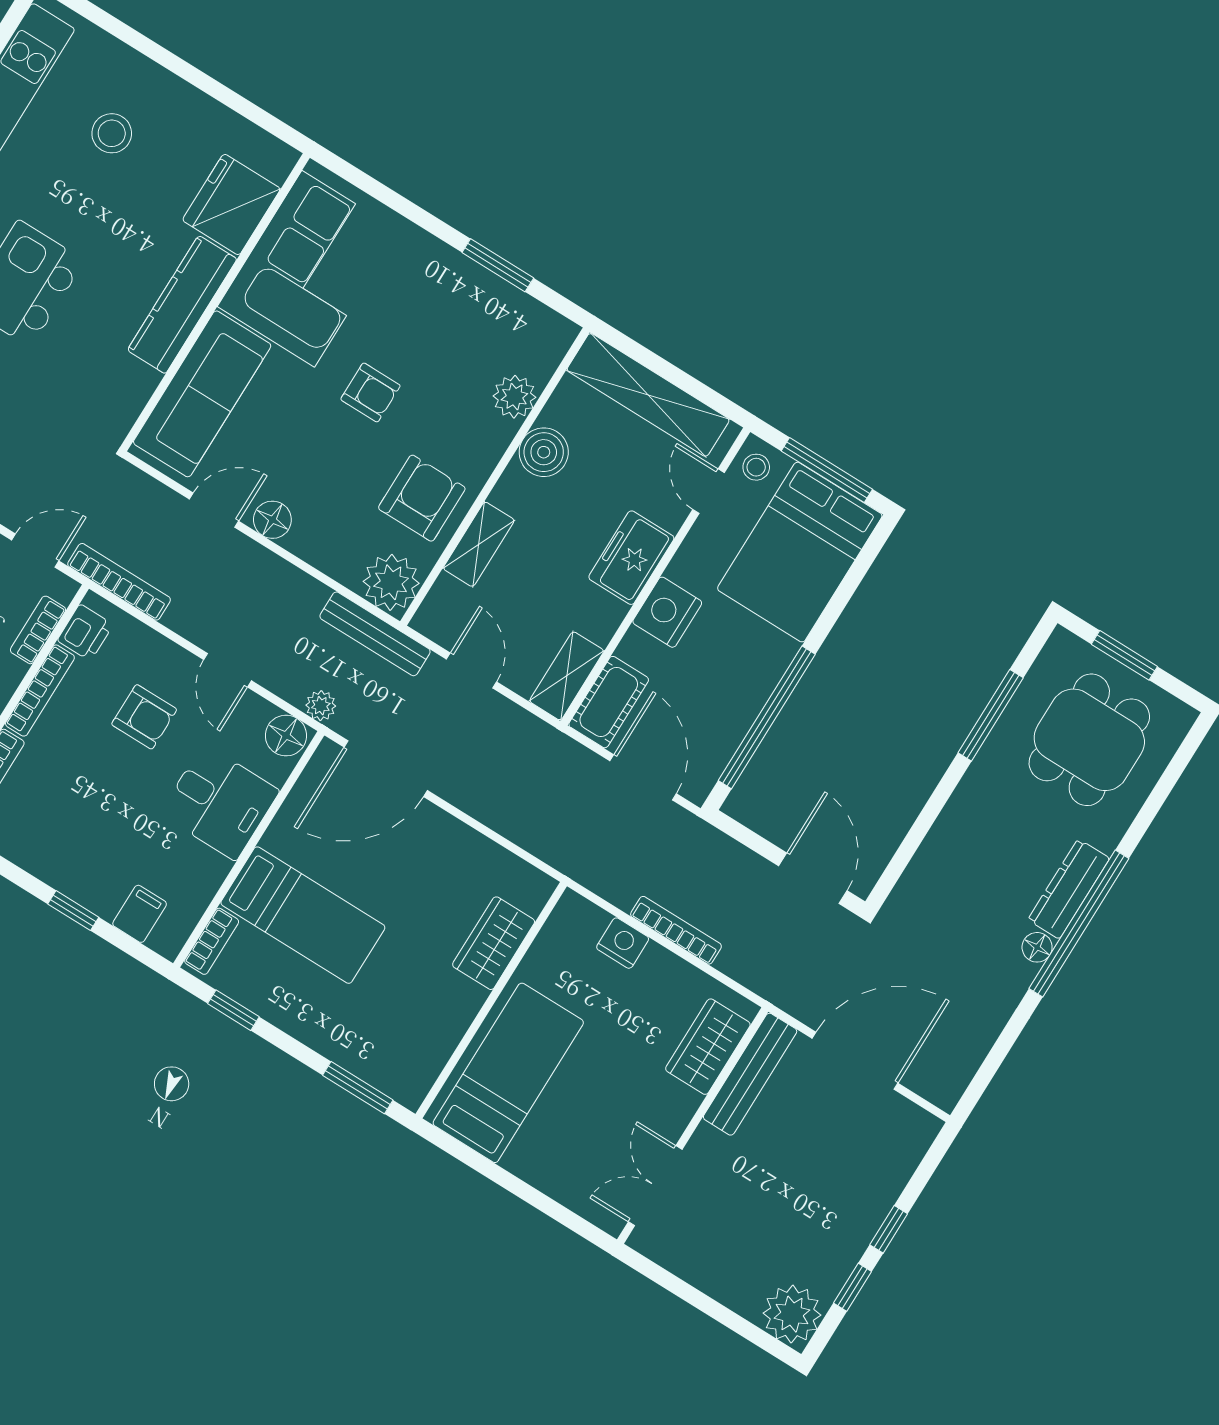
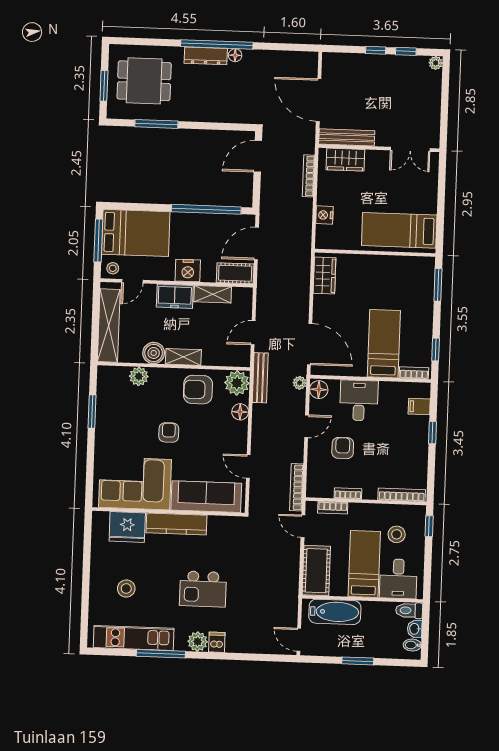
floor lamp: (272, 520) -> (240, 412), moved
shelving: (479, 544) -> (183, 357), moved
printer: (85, 632) -> (323, 489), removed
shelving: (567, 676) -> (213, 294), moved
bookcase: (40, 691) -> (348, 493), width x0.64
bookcase: (676, 930) -> (309, 176), moved
wardrobe: (494, 943) -> (325, 276), moved, turned -90
plant: (792, 1314) -> (436, 63), width x0.53, depth x0.53

